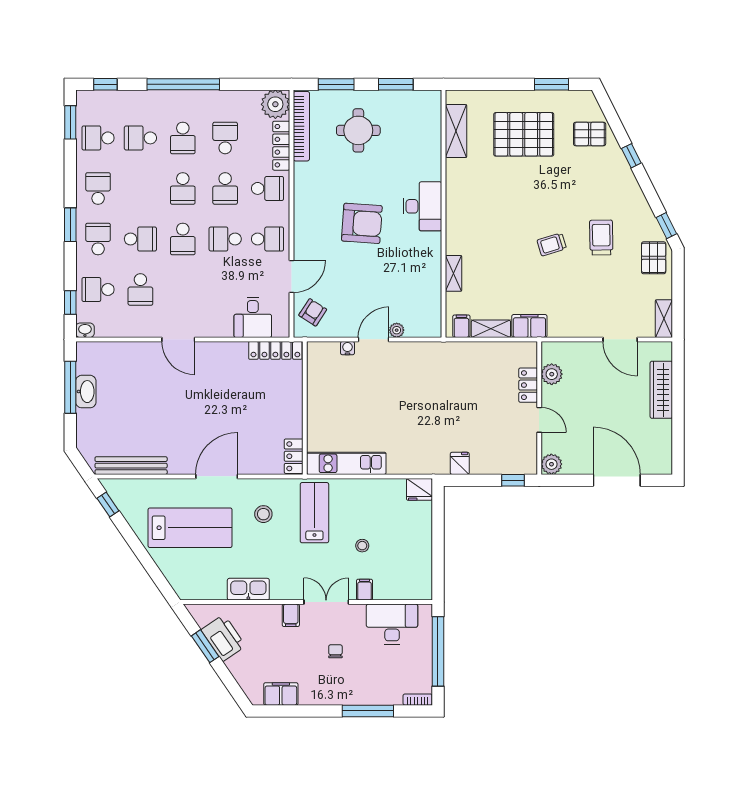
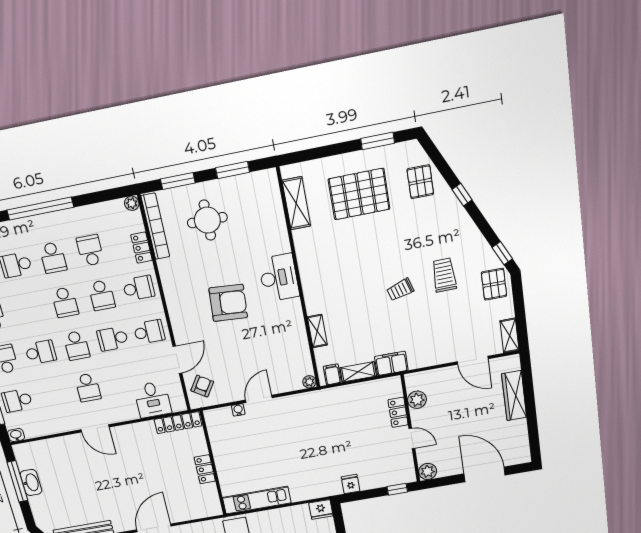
plant: (275, 104) -> (132, 203), width x0.53, depth x0.53
pallet: (590, 134) -> (420, 182), turned 90
locker: (281, 146) -> (142, 248), width x0.66
school desk: (140, 290) -> (88, 387), moved
plant: (397, 330) -> (309, 382), moved
locker: (294, 456) -> (205, 469), moved

